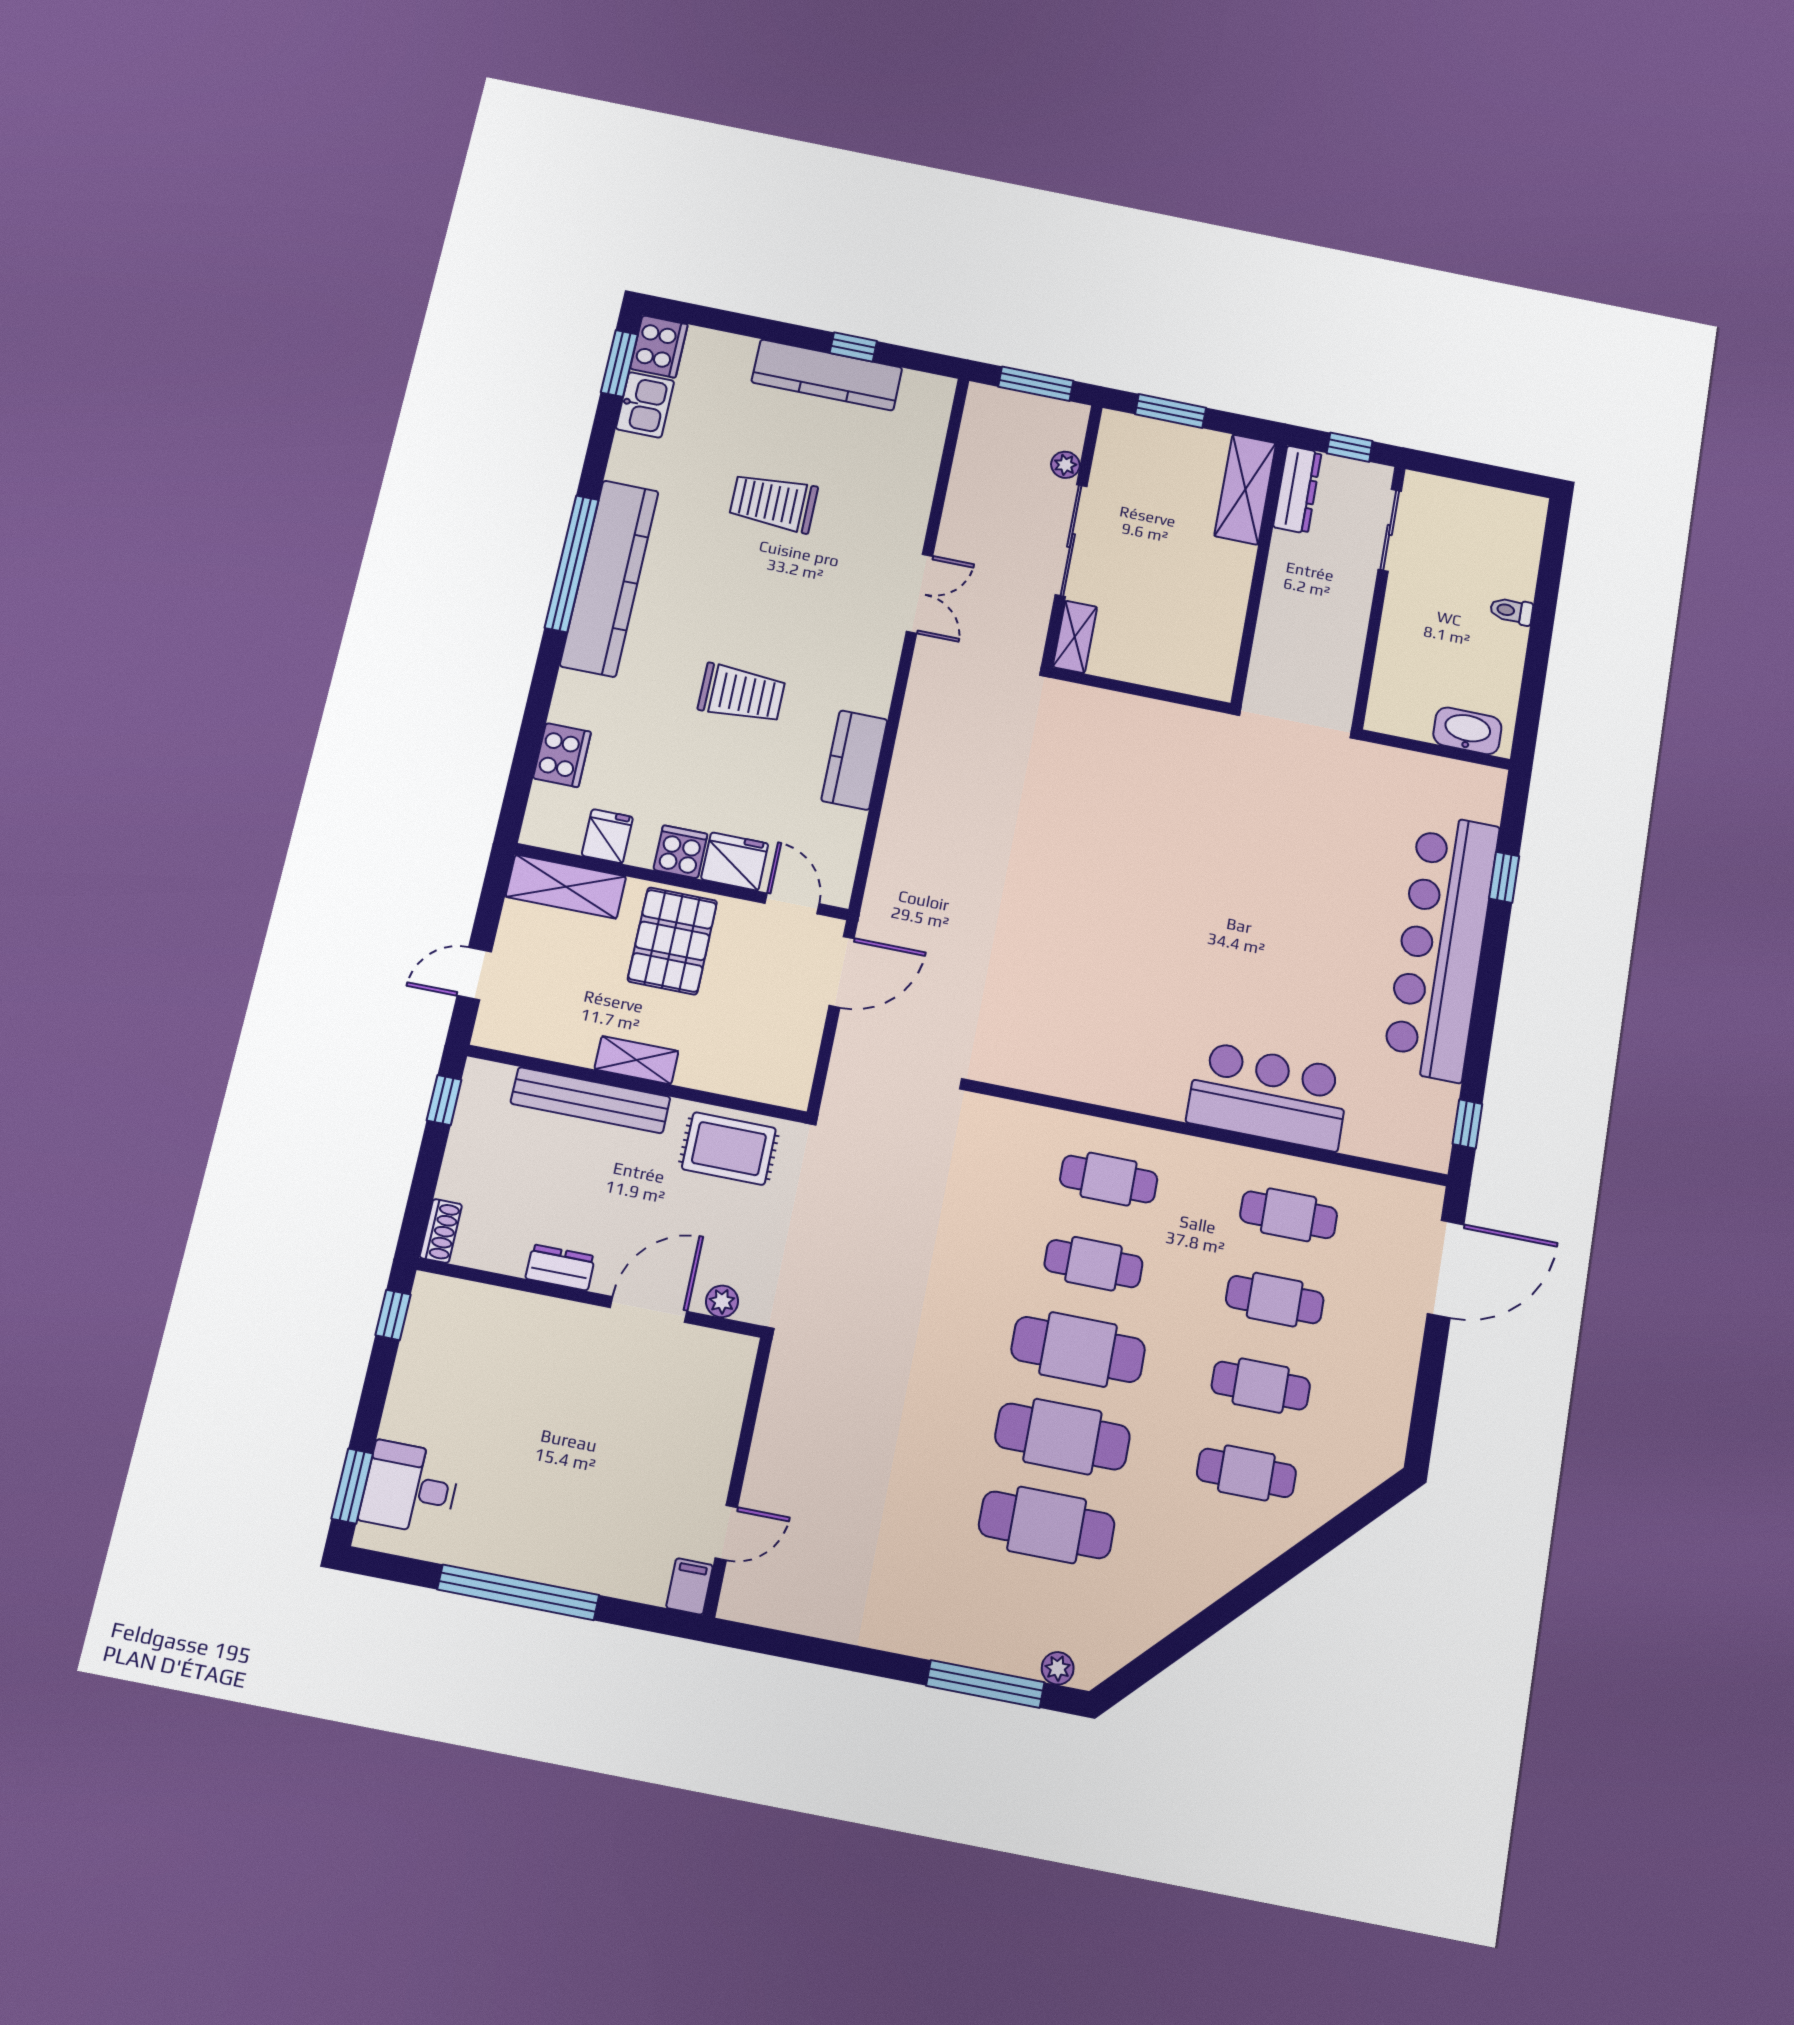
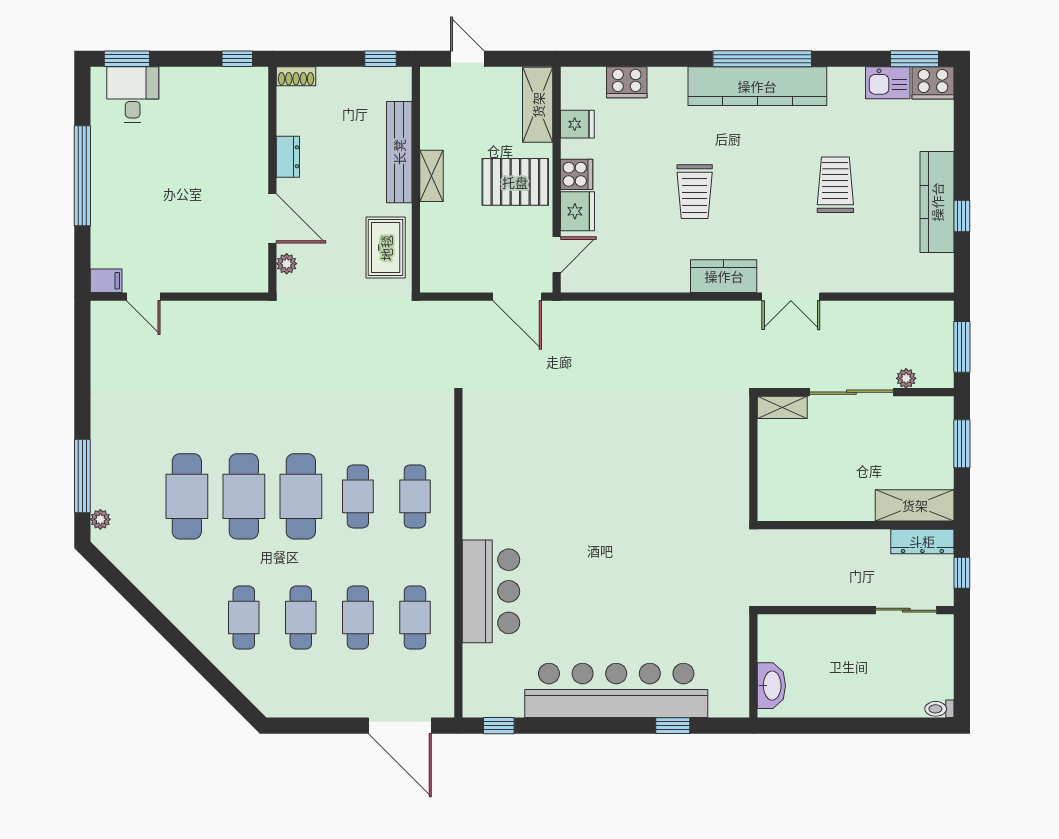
toilet: (1511, 611) -> (939, 709), moved, turned -90
kitchen counter: (854, 760) -> (724, 276), moved

